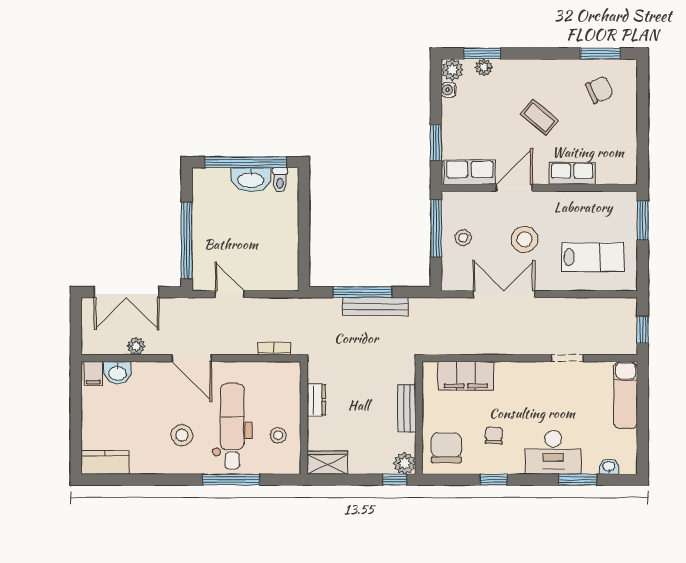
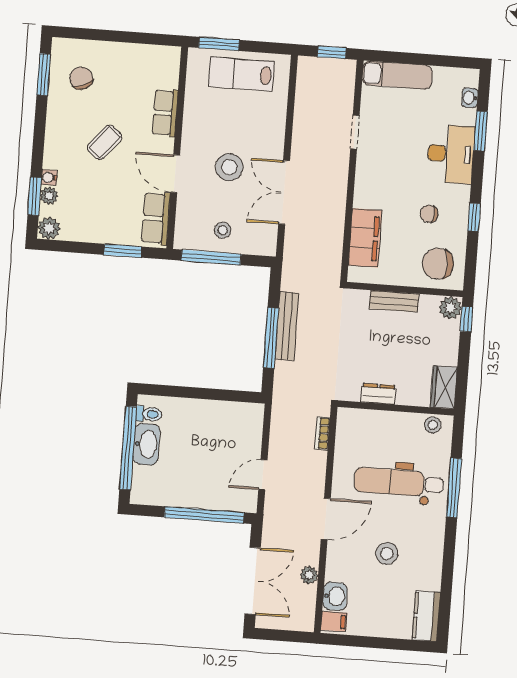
water cooler: (449, 90) -> (49, 177), moved, turned 90
lab bench: (593, 257) -> (241, 74), moved, turned -90
stool: (182, 435) -> (387, 554), moved
stool: (278, 435) -> (433, 425), moved

